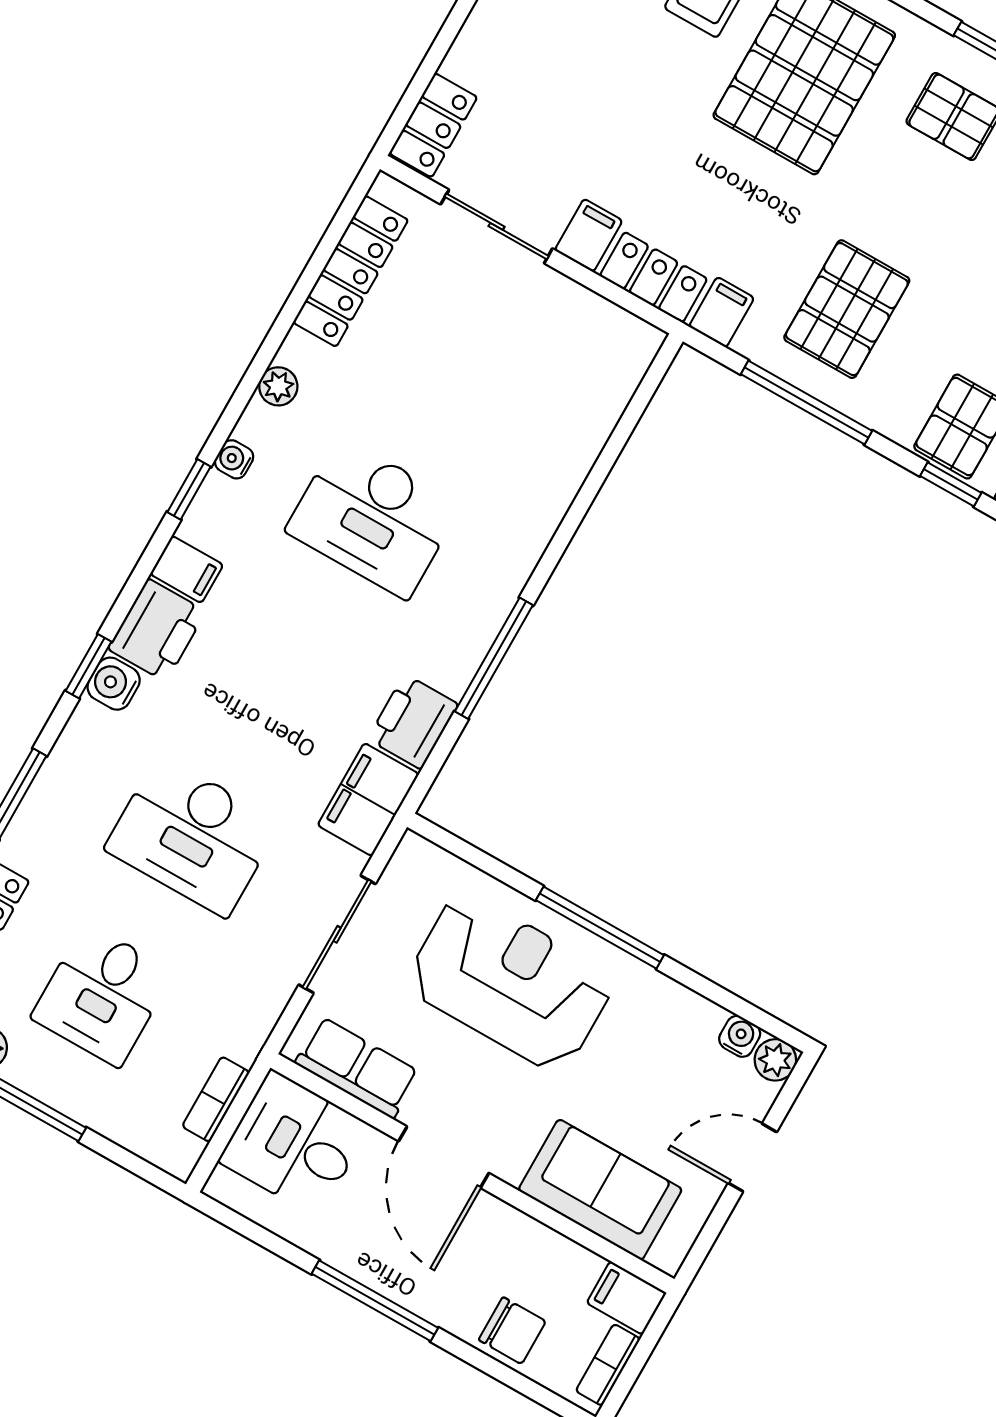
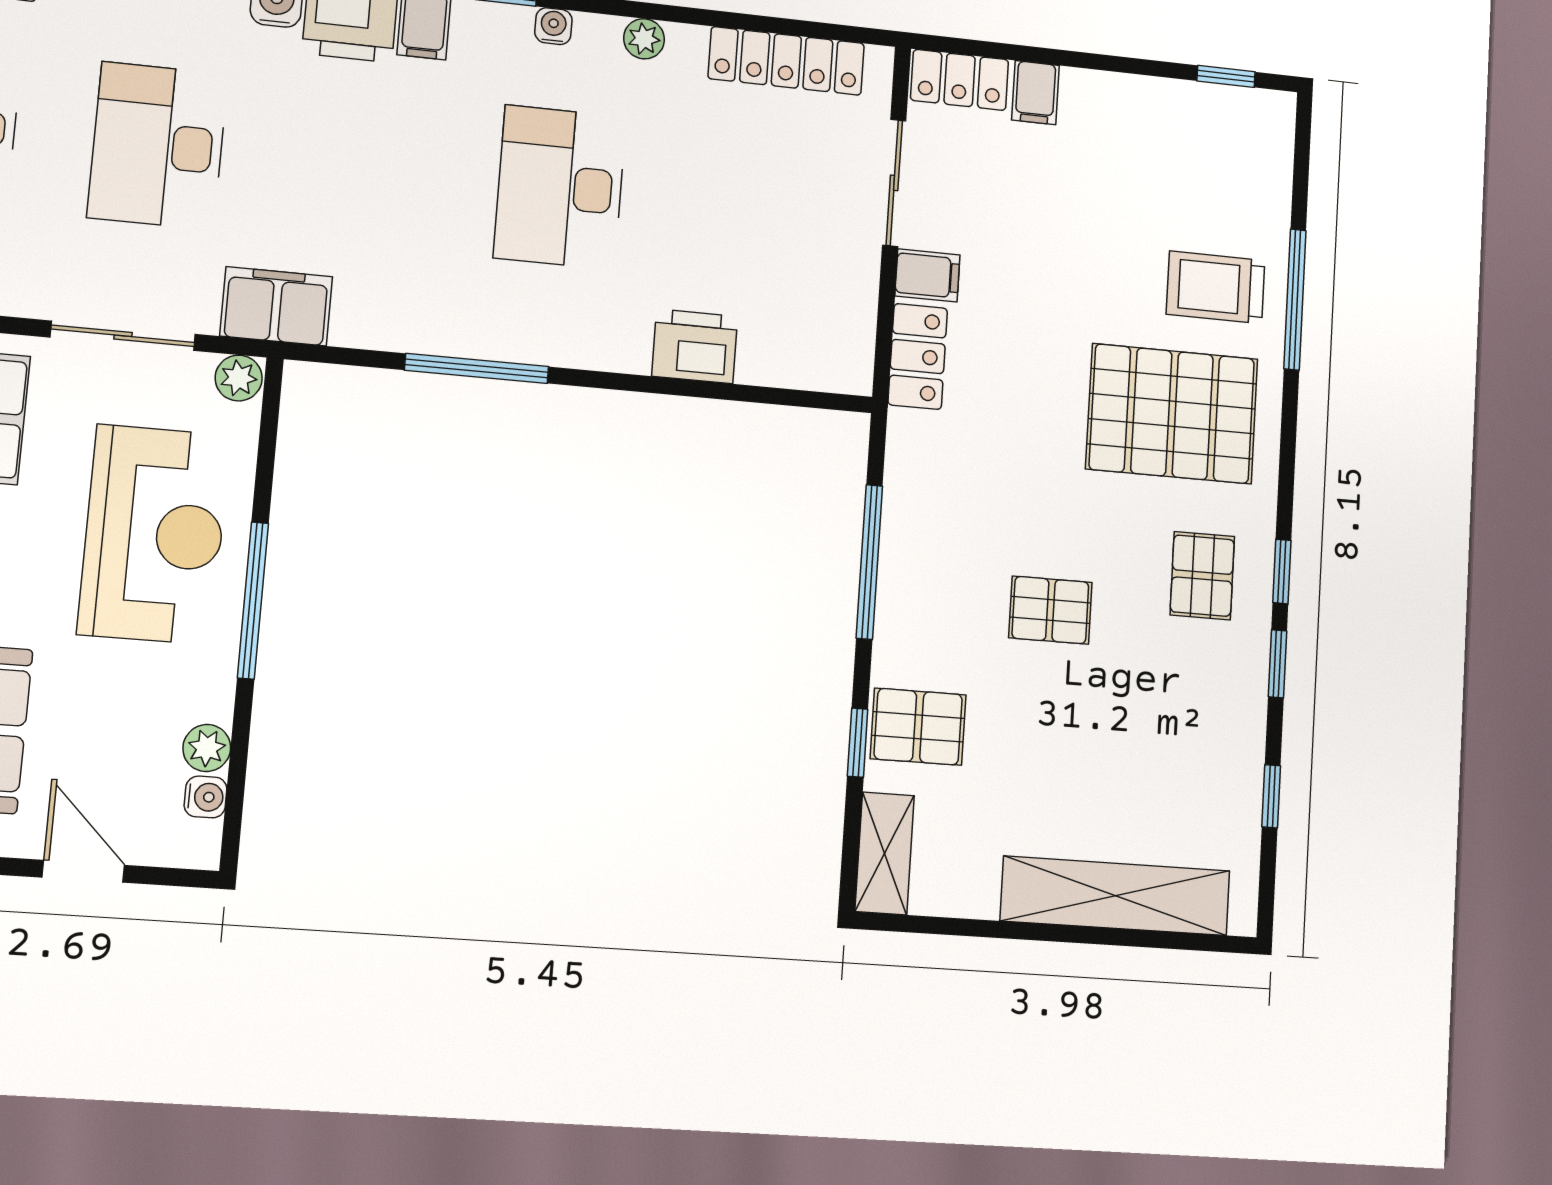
pallet: (847, 309) -> (1050, 610), moved, width x0.67, depth x0.71
filing cabinet: (722, 312) -> (1035, 93), moved, turned 90
printer: (413, 722) -> (695, 346), moved
plant: (414, 857) -> (239, 378), added
plant: (775, 1060) -> (207, 748), moved

